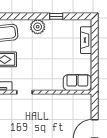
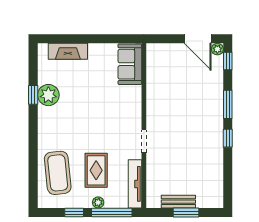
plant: (38, 27) -> (48, 95), moved

